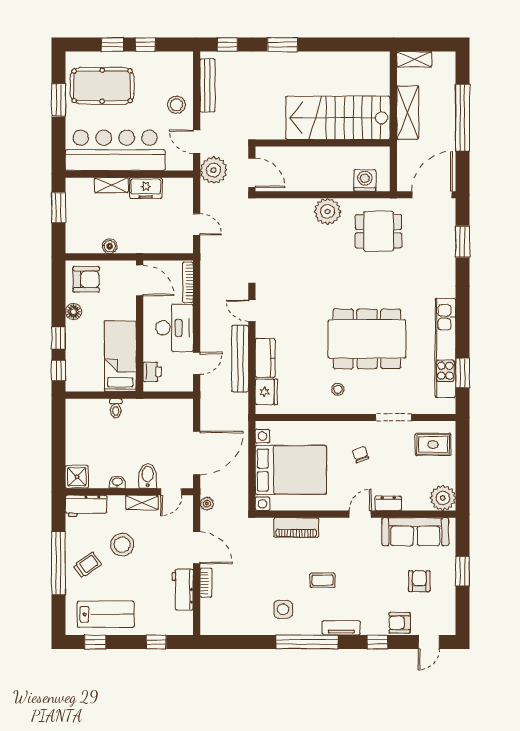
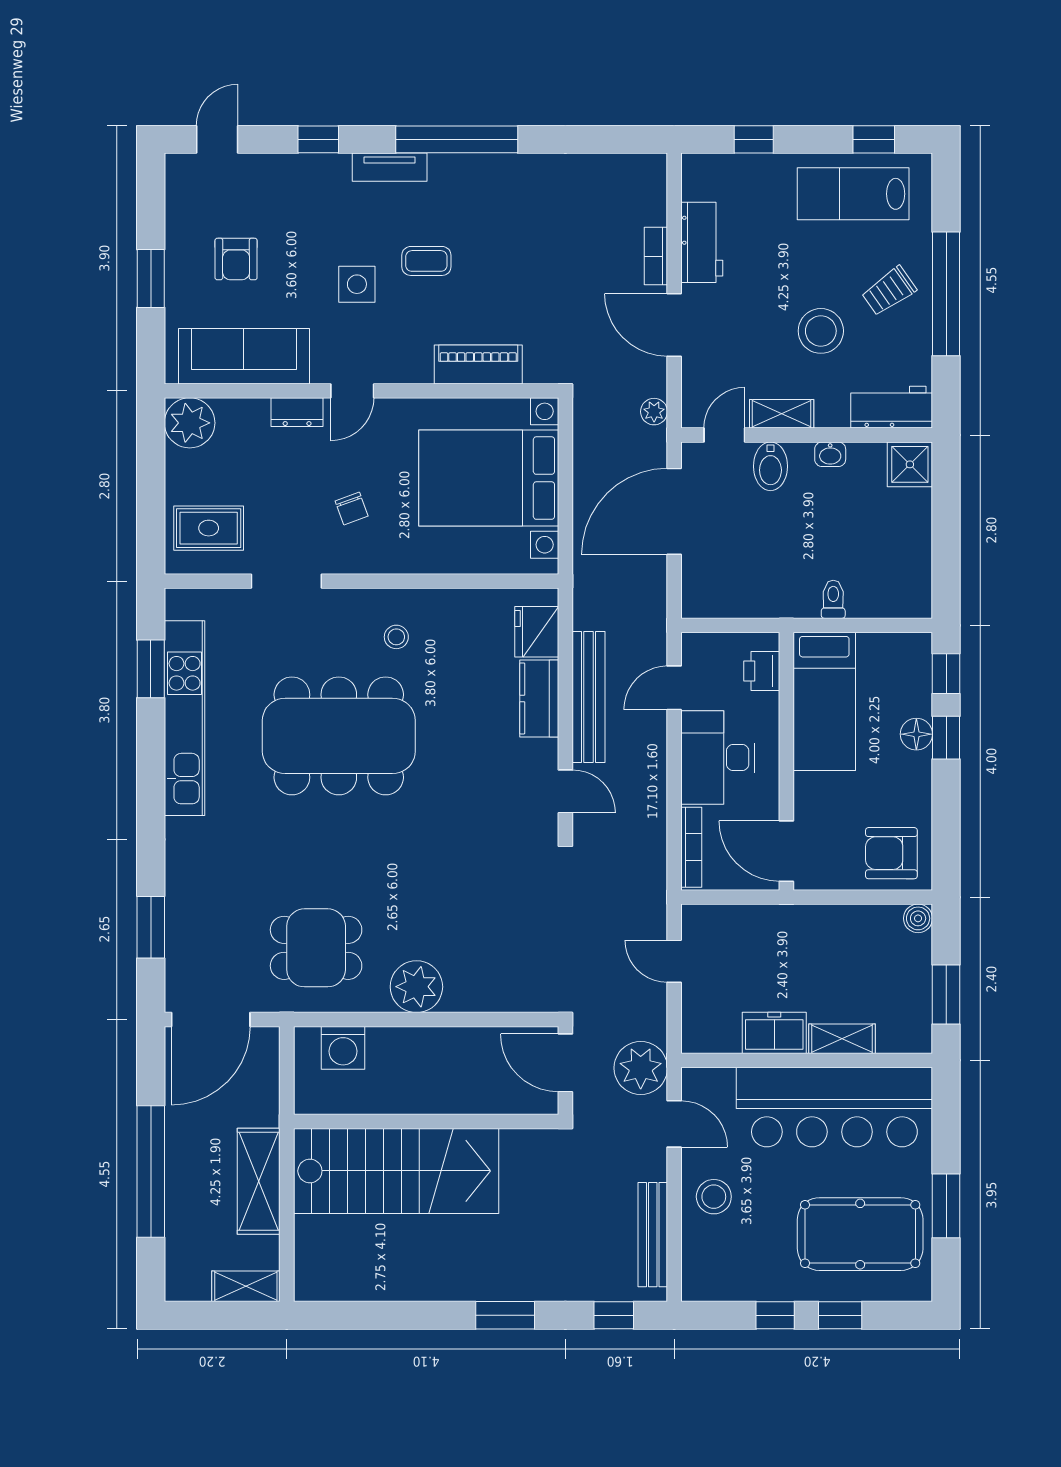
boiler: (110, 246) -> (918, 918), moved
floor lamp: (74, 312) -> (916, 734), moved
side table: (283, 609) -> (357, 284), moved
armchair: (400, 623) -> (275, 177), removed

